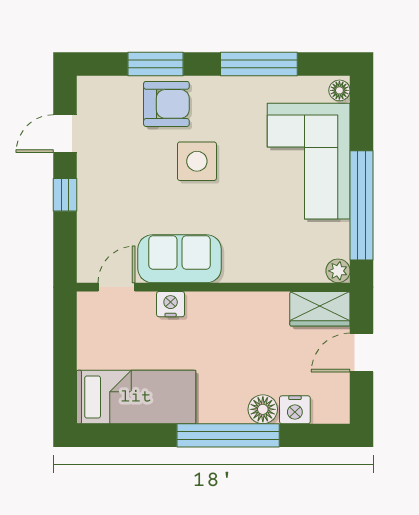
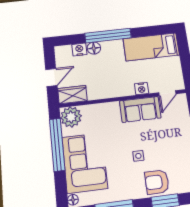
side table: (197, 161) -> (138, 156), width x0.54, depth x0.54
plant: (338, 271) -> (71, 117), width x1.88, depth x1.88

